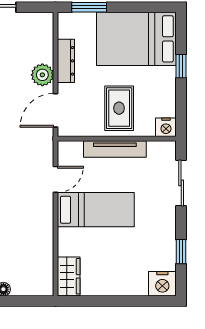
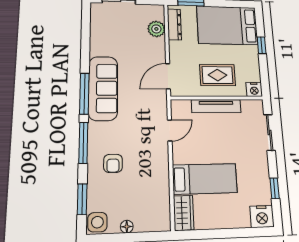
dresser: (66, 61) -> (174, 24), moved
plant: (42, 75) -> (156, 29), moved
rug: (119, 108) -> (217, 75), turned 90
bed: (96, 210) -> (205, 179), moved

